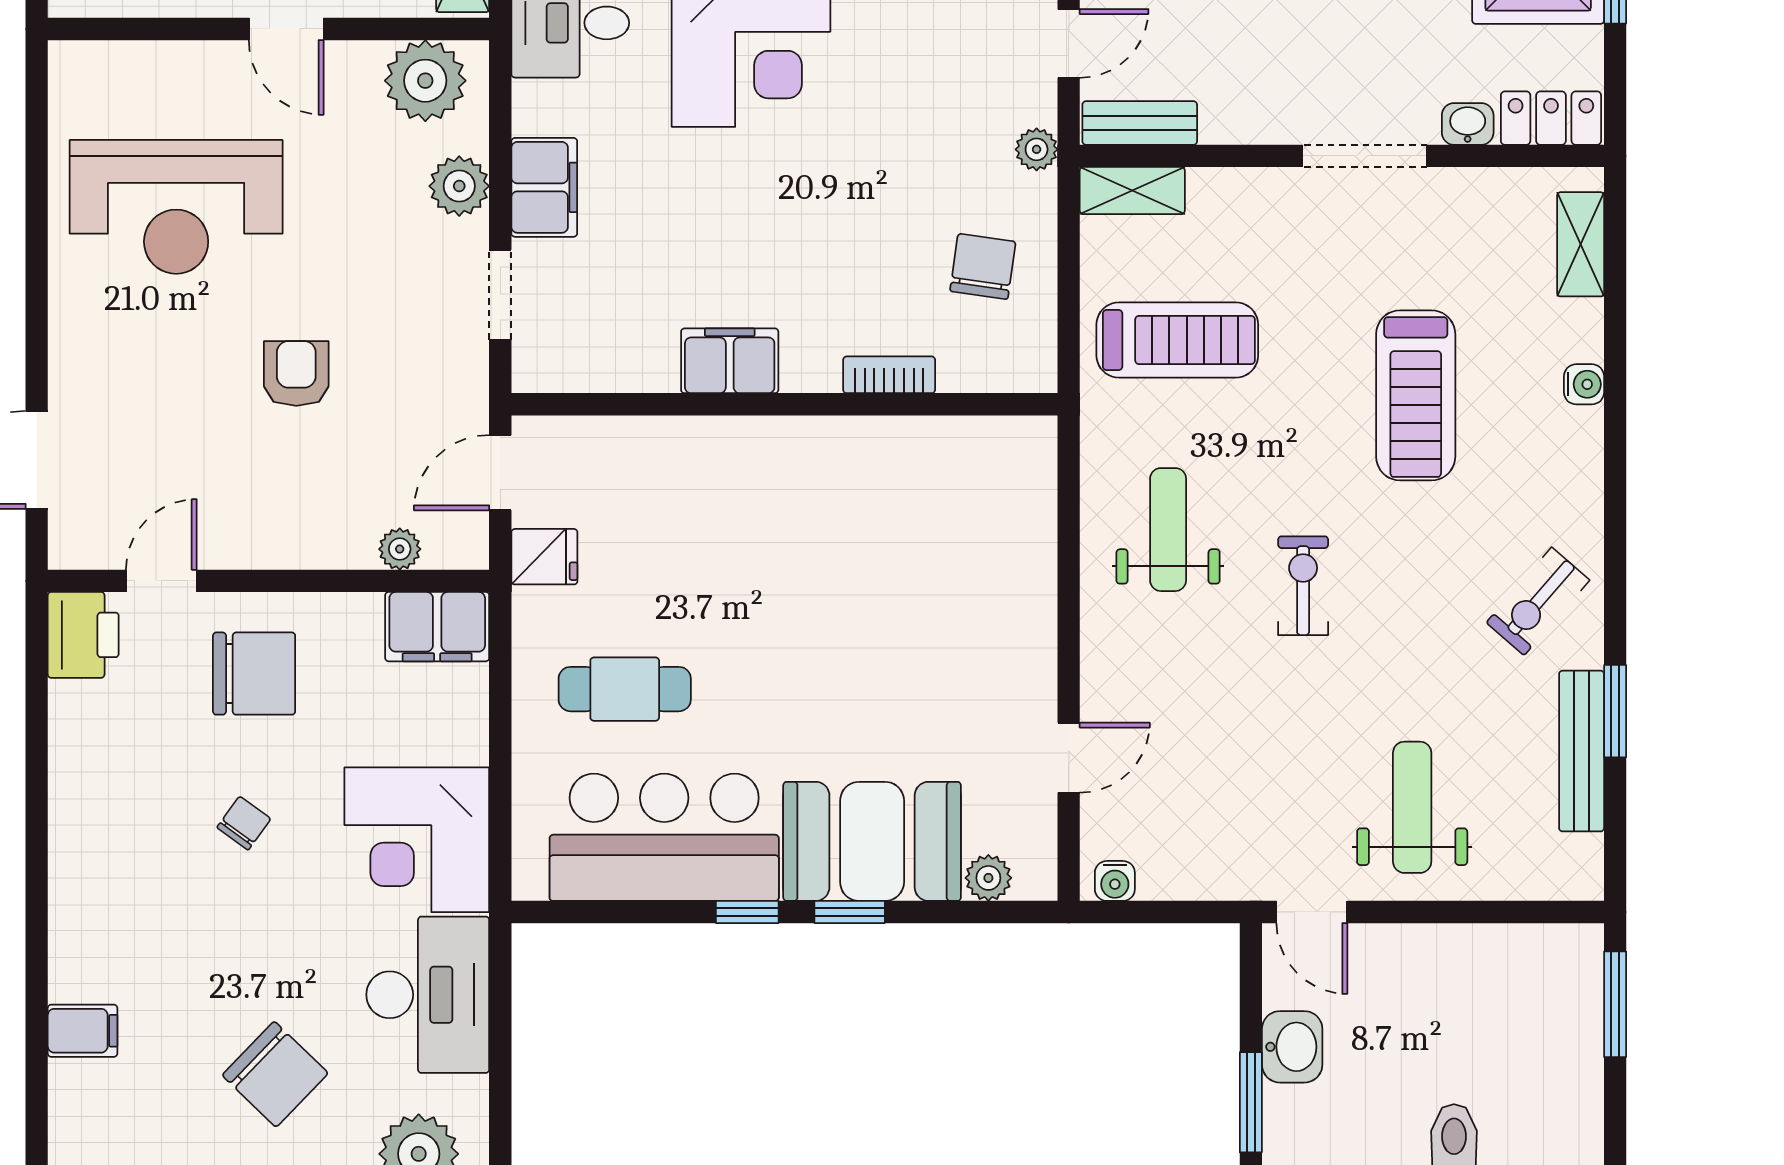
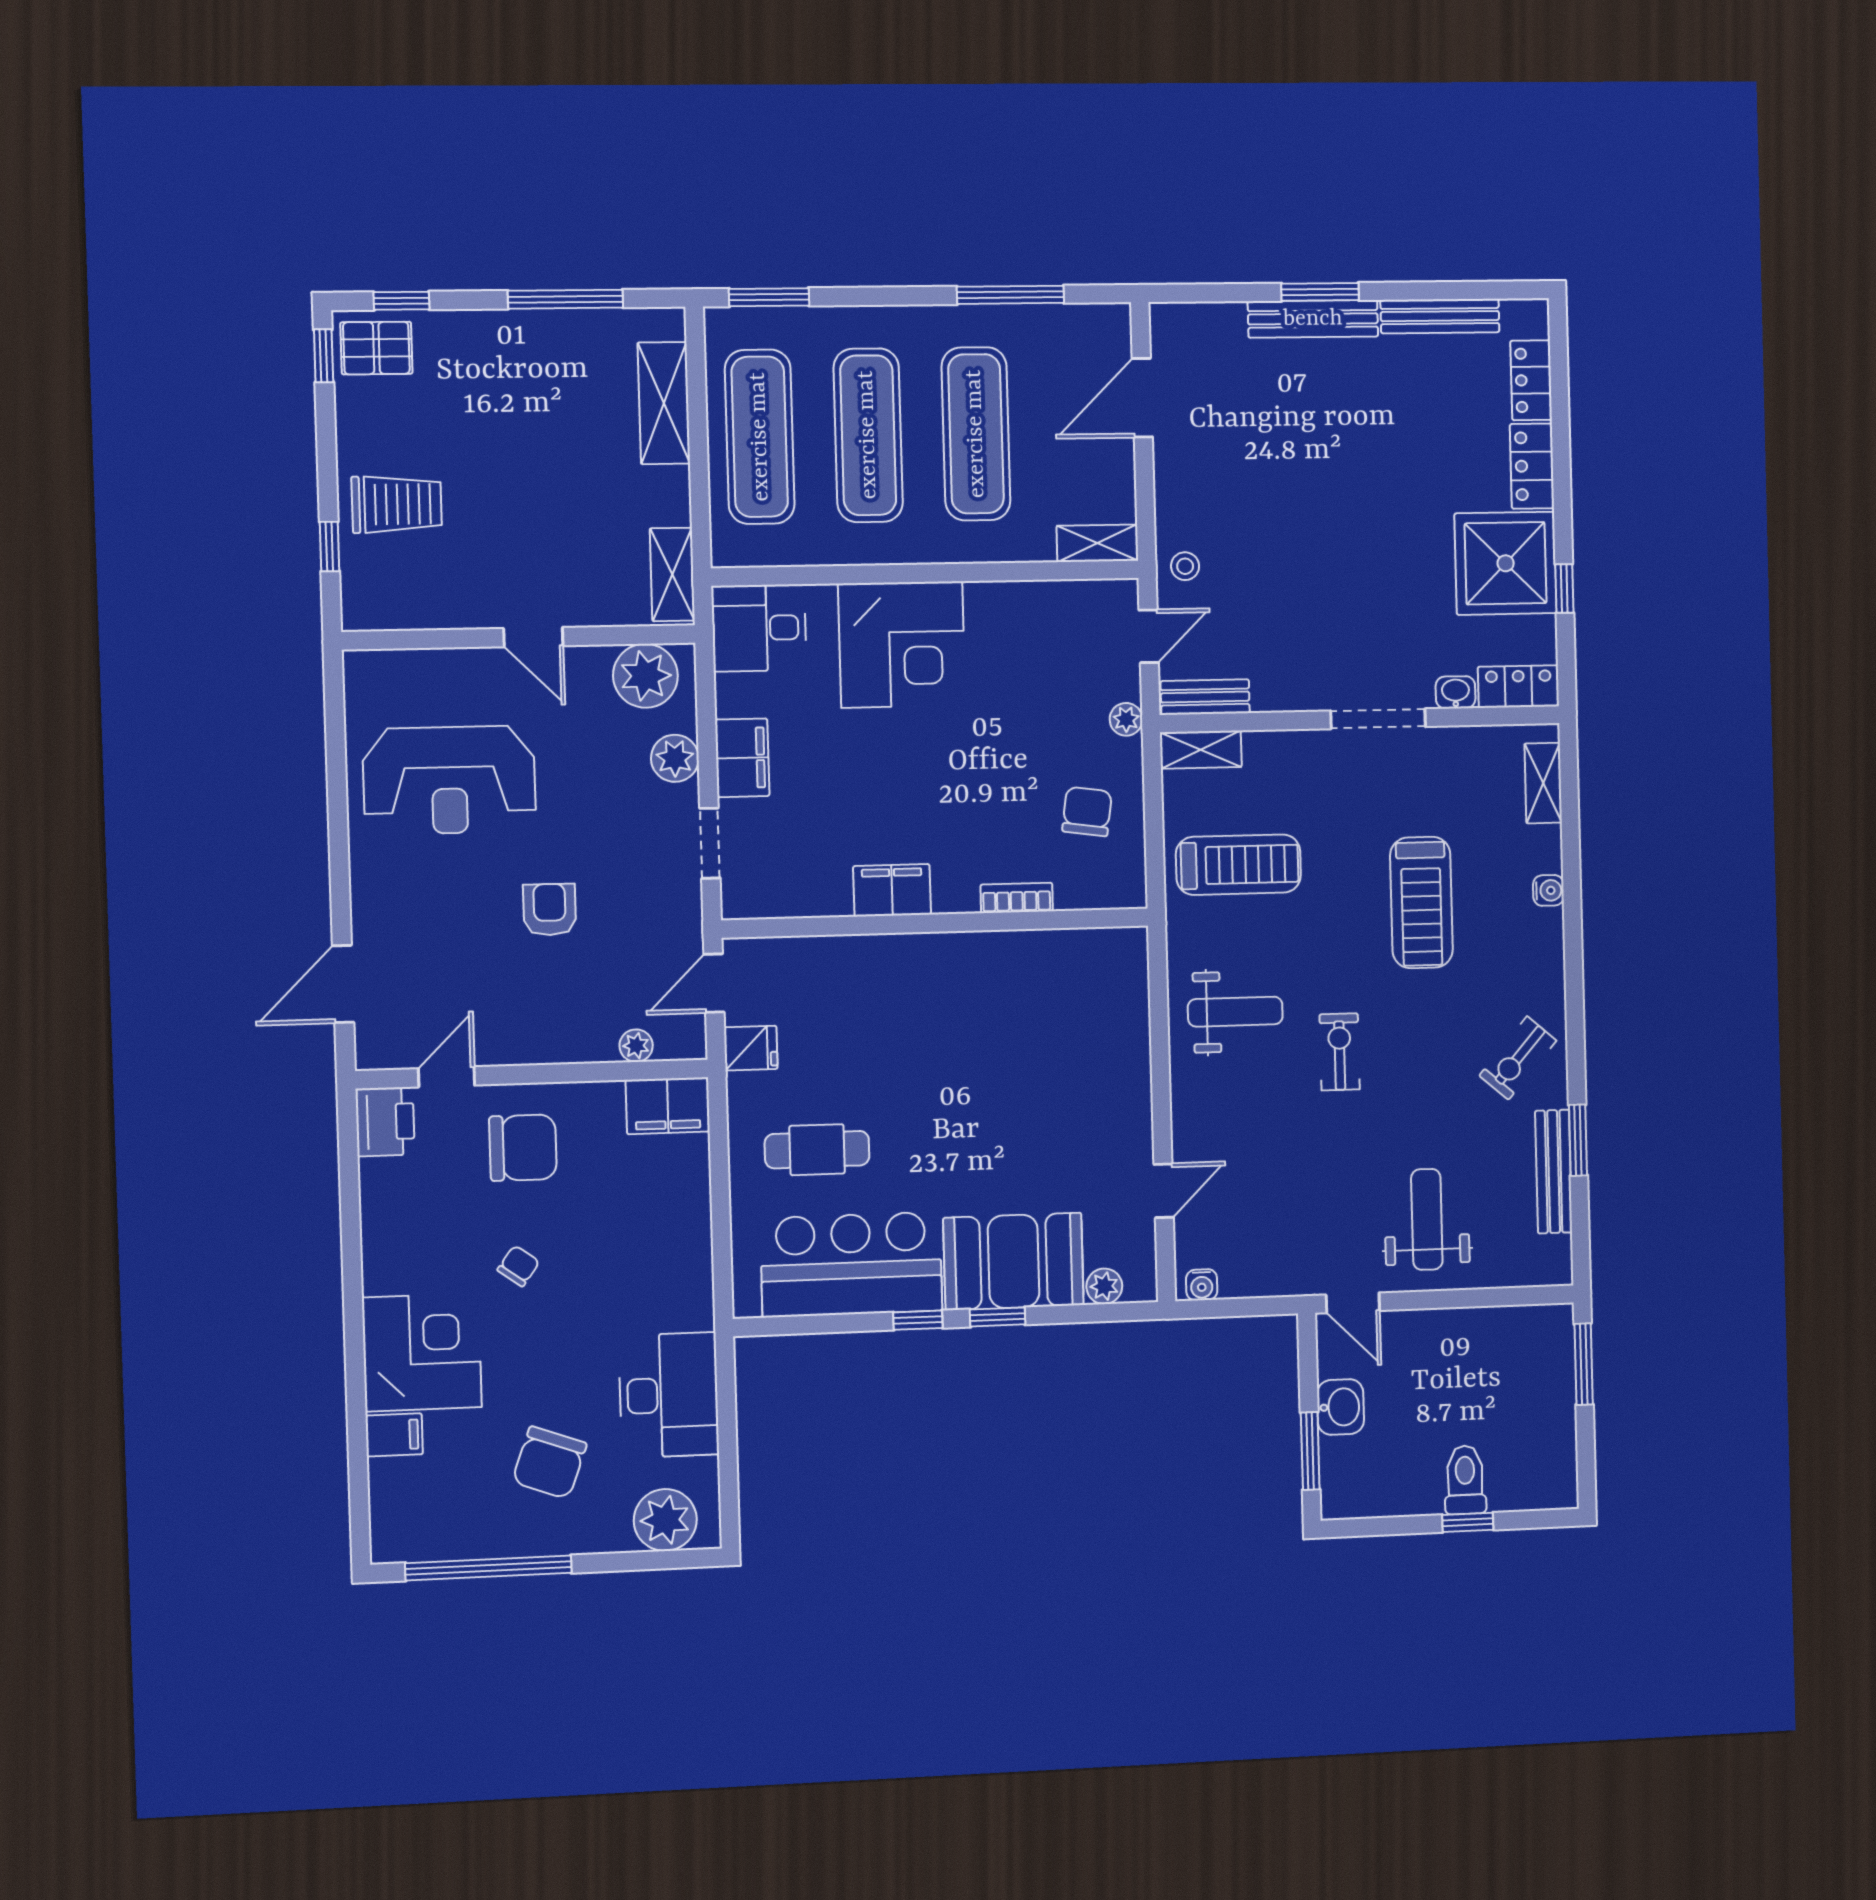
weight bench: (1168, 530) -> (1235, 1012), turned 90
corner desk: (417, 840) -> (422, 1352), moved, turned 180
chair: (275, 1074) -> (549, 1463), turned 66

